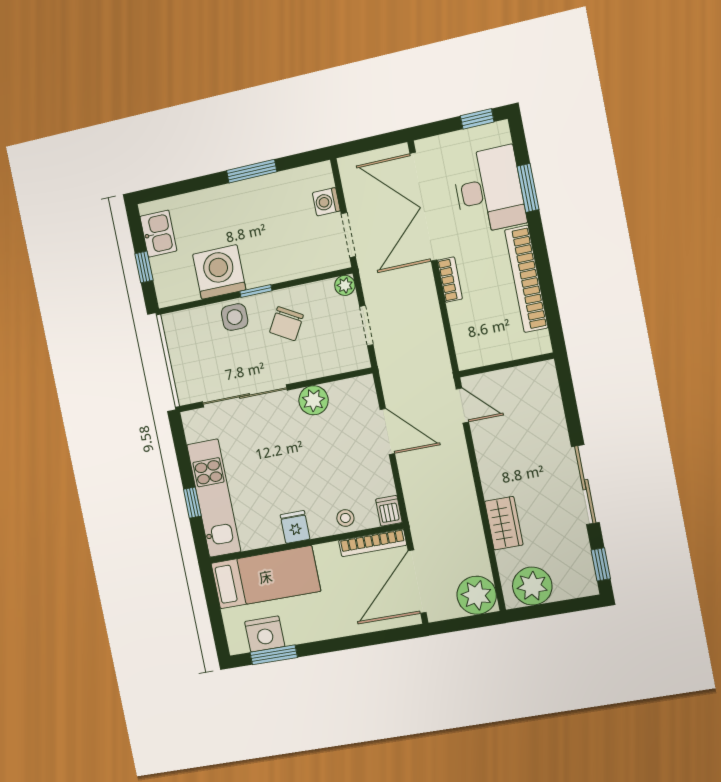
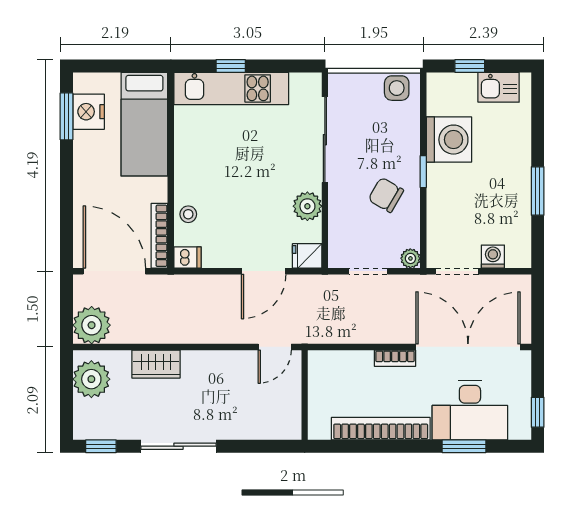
side table: (235, 317) -> (397, 88), moved
fridge: (295, 527) -> (307, 256), moved, turned 180

